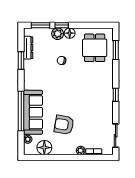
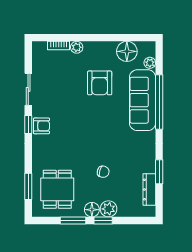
window: (41, 25) -> (73, 221), moved
armchair: (106, 94) -> (41, 126), added
armchair: (64, 125) -> (100, 83), turned 80
sliding door: (116, 136) -> (28, 89), moved

